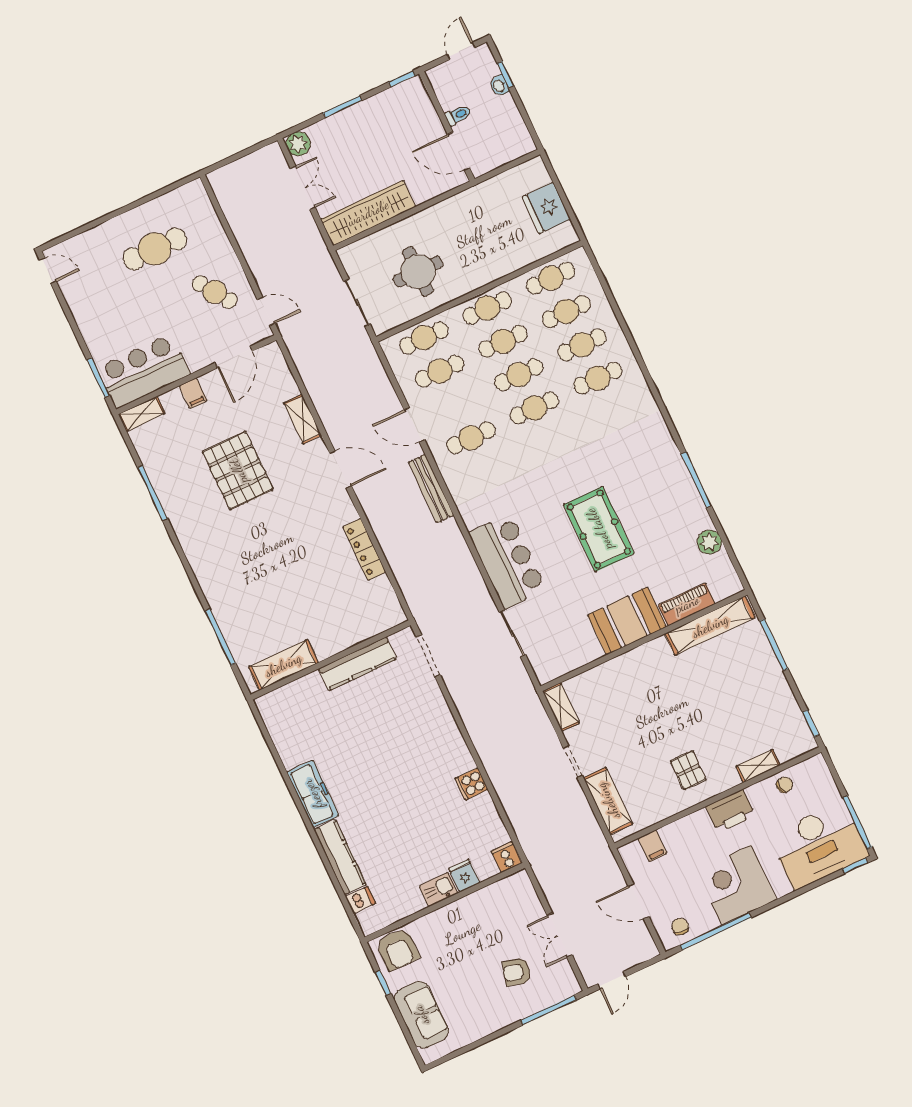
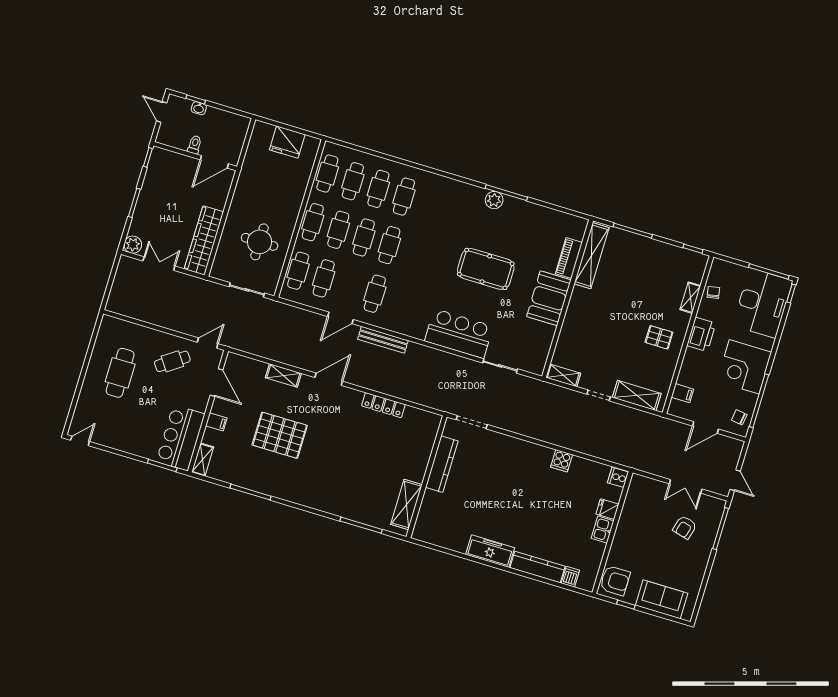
plant: (709, 542) -> (494, 200), moved

